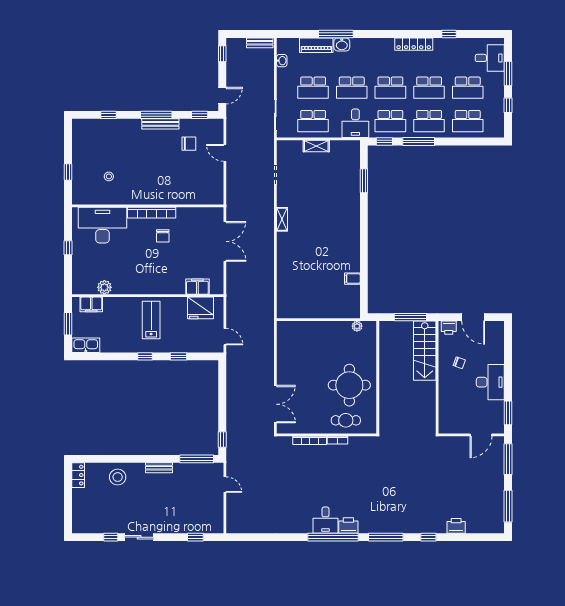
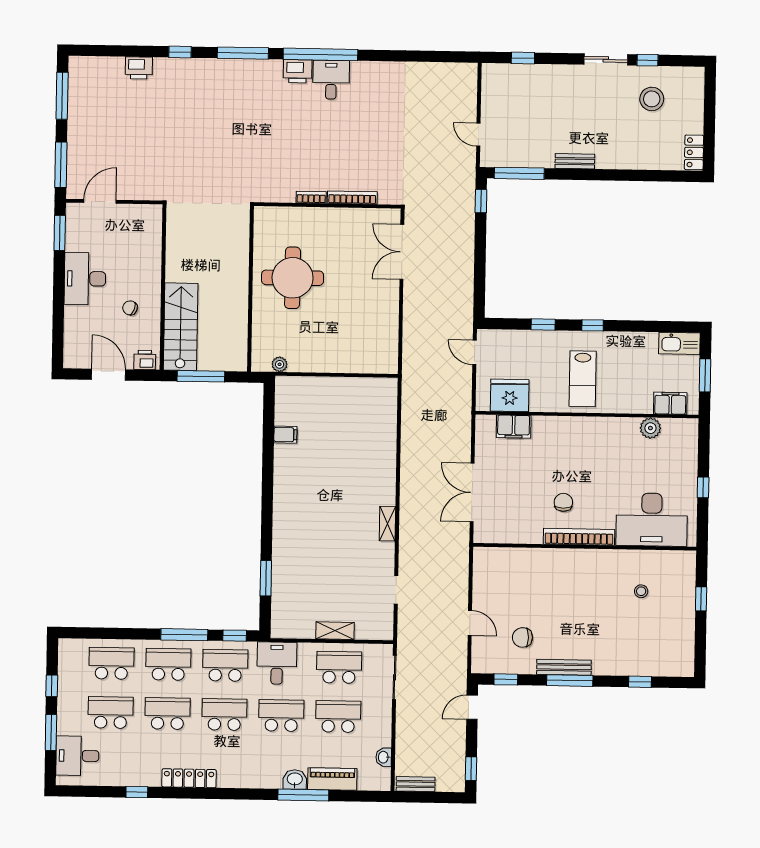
cafe table: (346, 420) -> (299, 226), removed
stool: (118, 477) -> (652, 99), moved

